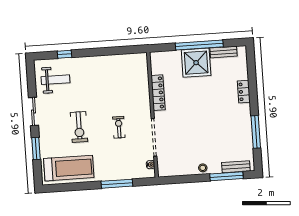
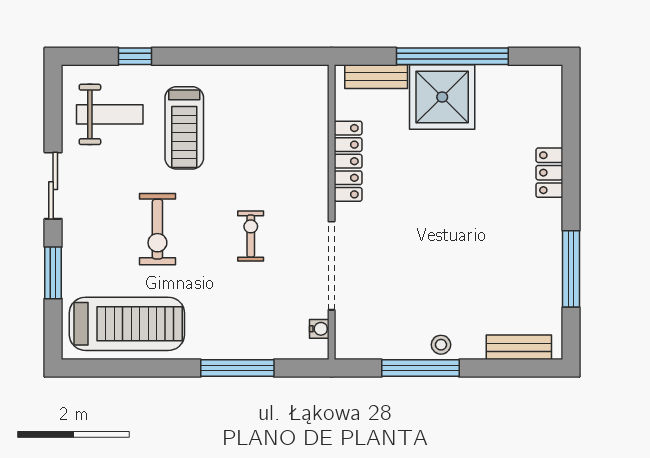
bench: (224, 52) -> (376, 77), moved
treadmill: (87, 83) -> (184, 128), added
window: (226, 176) -> (420, 368), moved

